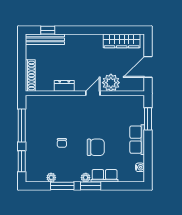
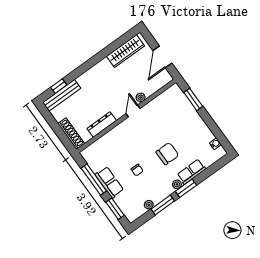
plant: (111, 83) -> (141, 97), width x0.53, depth x0.53
dresser: (64, 86) -> (102, 125), width x1.44
row of seats: (137, 140) -> (109, 182), moved, turned 180

